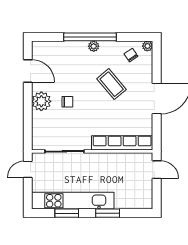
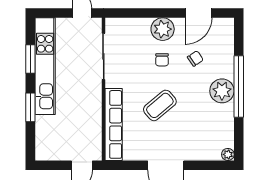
plant: (94, 46) -> (222, 91), width x1.87, depth x1.87
chair: (131, 55) -> (195, 58), moved
coffee table: (112, 84) -> (160, 105), moved

